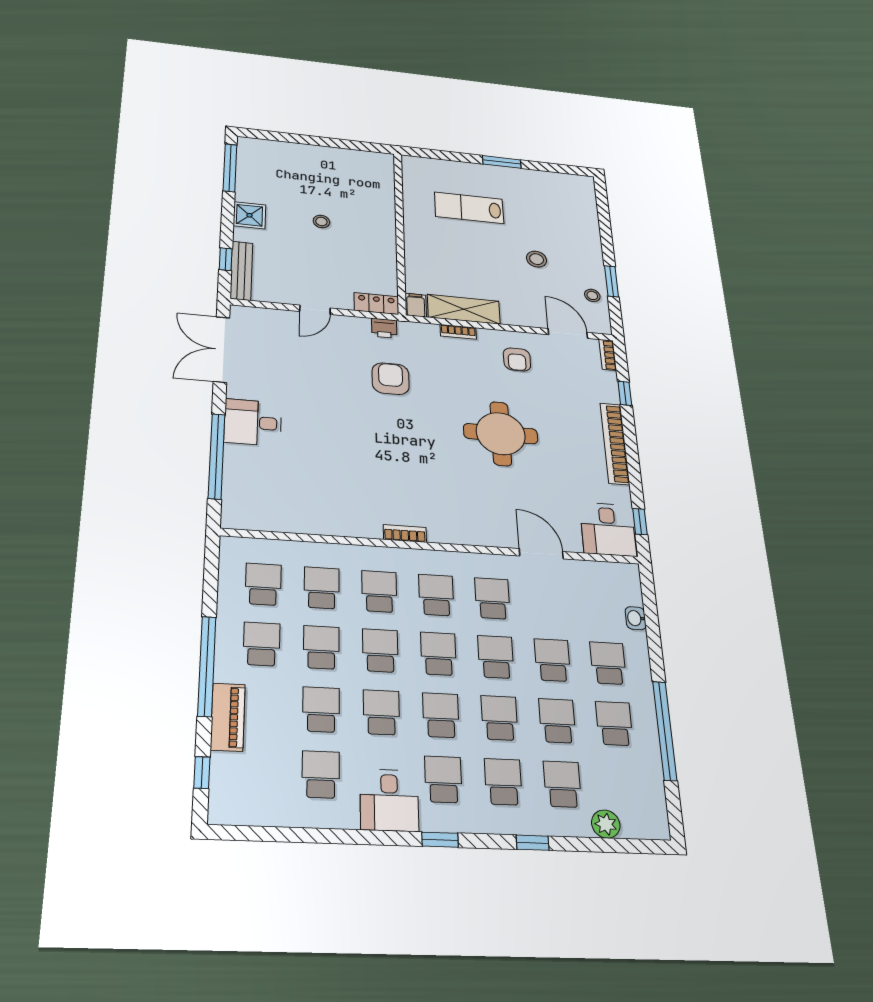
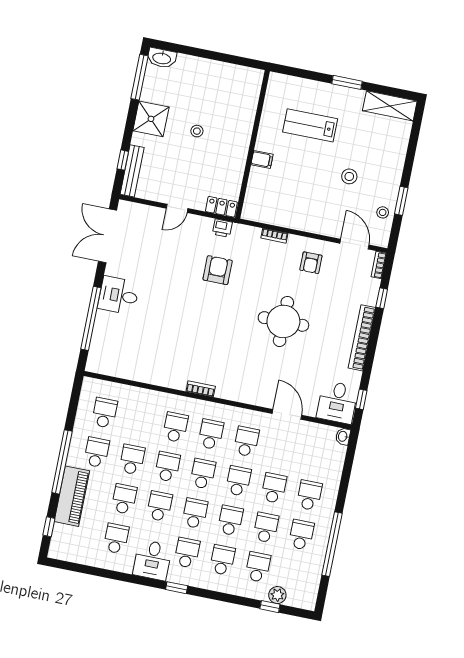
washbasin: (256, 147) -> (162, 58), added
shower: (250, 215) -> (151, 119), width x1.36, depth x1.36
filing cabinet: (416, 305) -> (262, 159), moved, turned 90
shelving: (464, 309) -> (390, 106), moved
school desk: (322, 588) -> (140, 420), removed
washbasin: (636, 618) -> (343, 436), moved
piano: (228, 717) -> (72, 496), width x1.37, depth x1.33
window: (533, 843) -> (270, 607), moved

